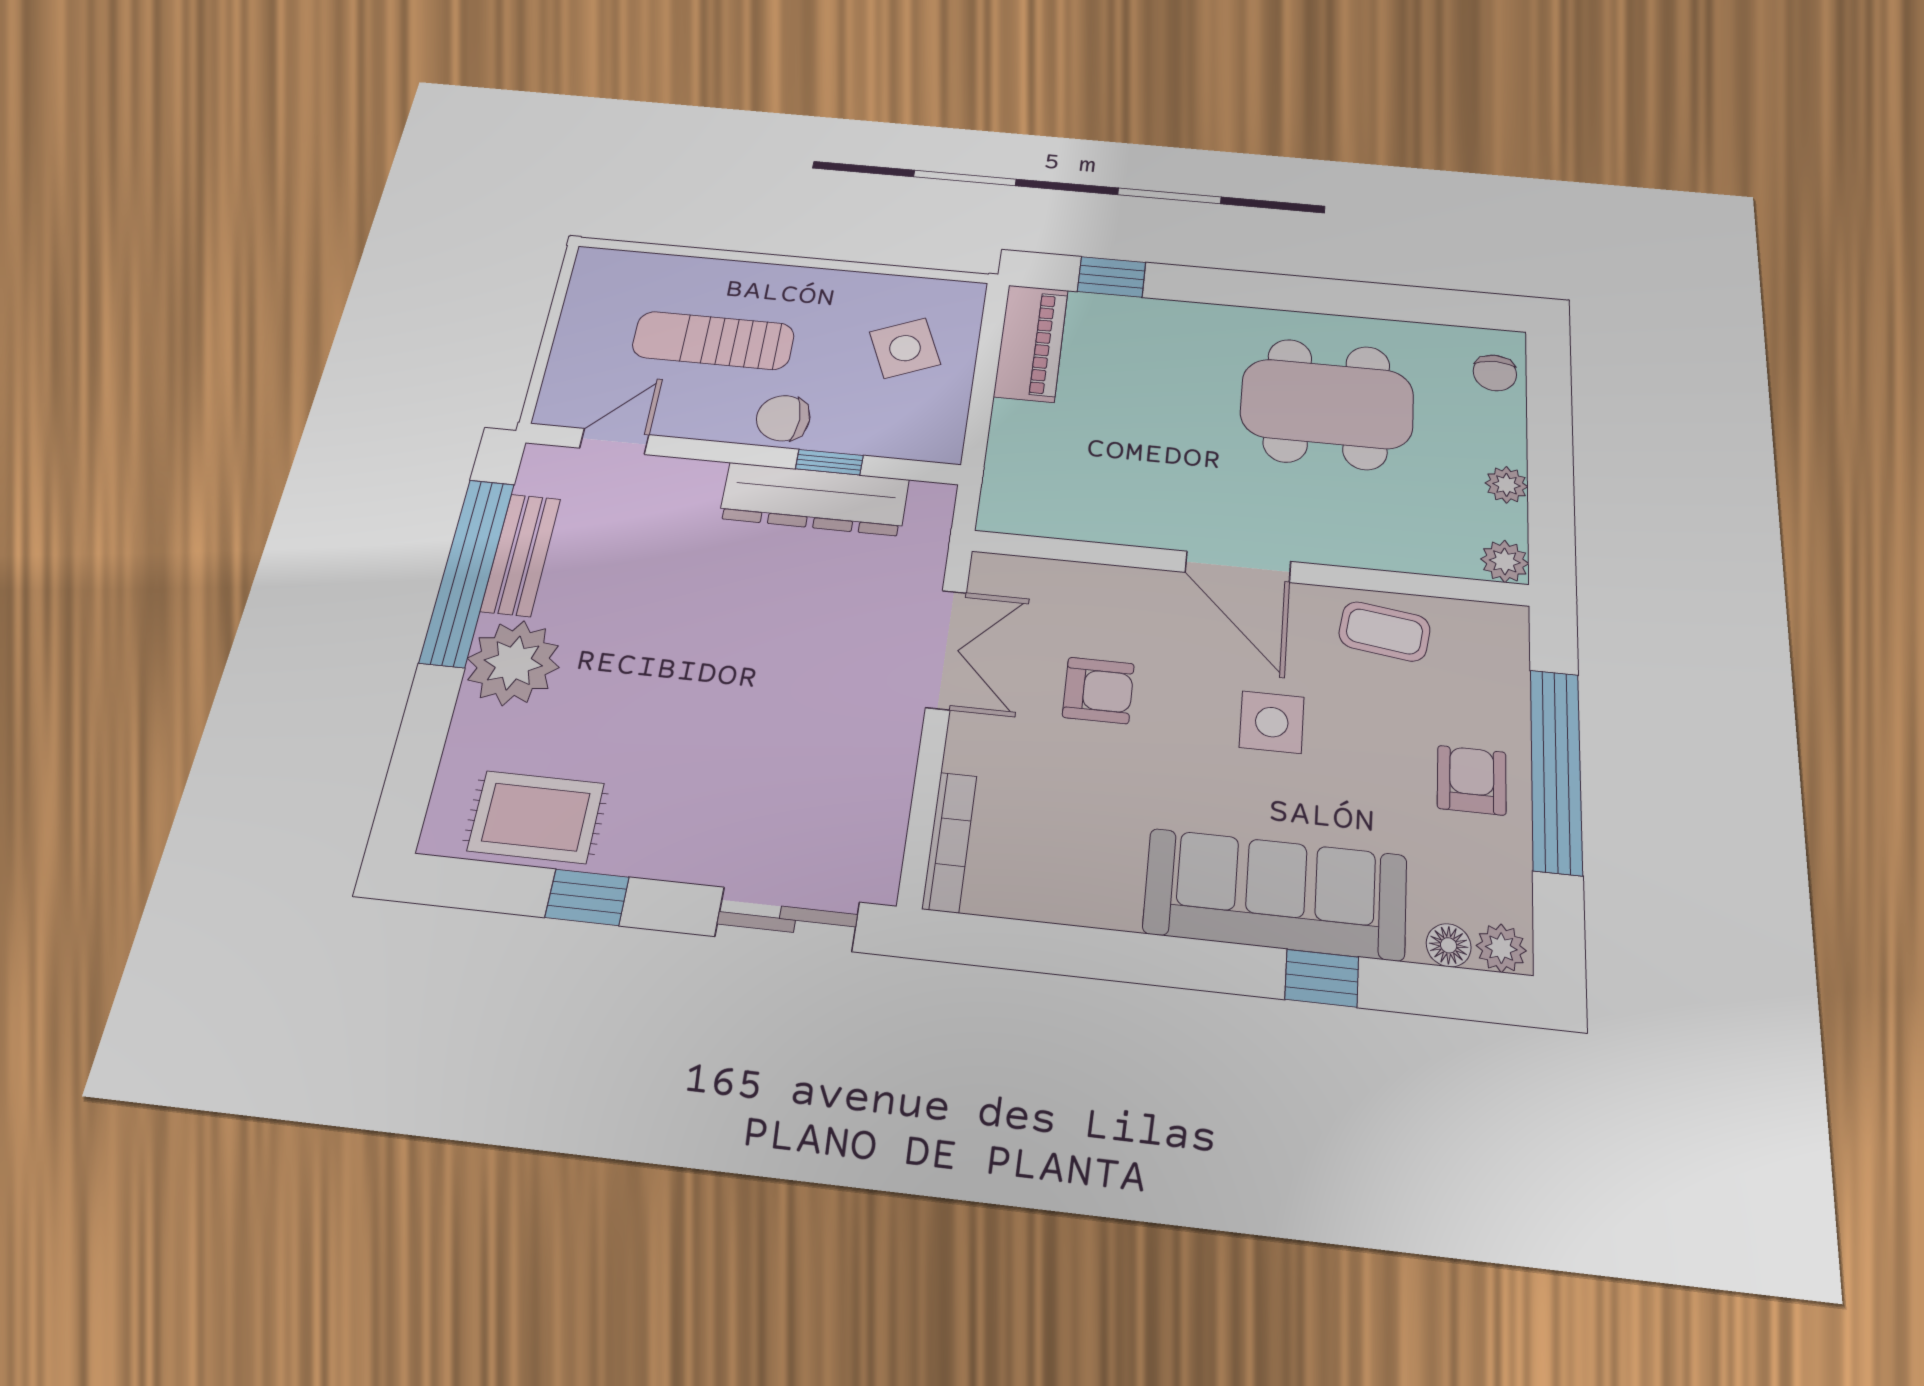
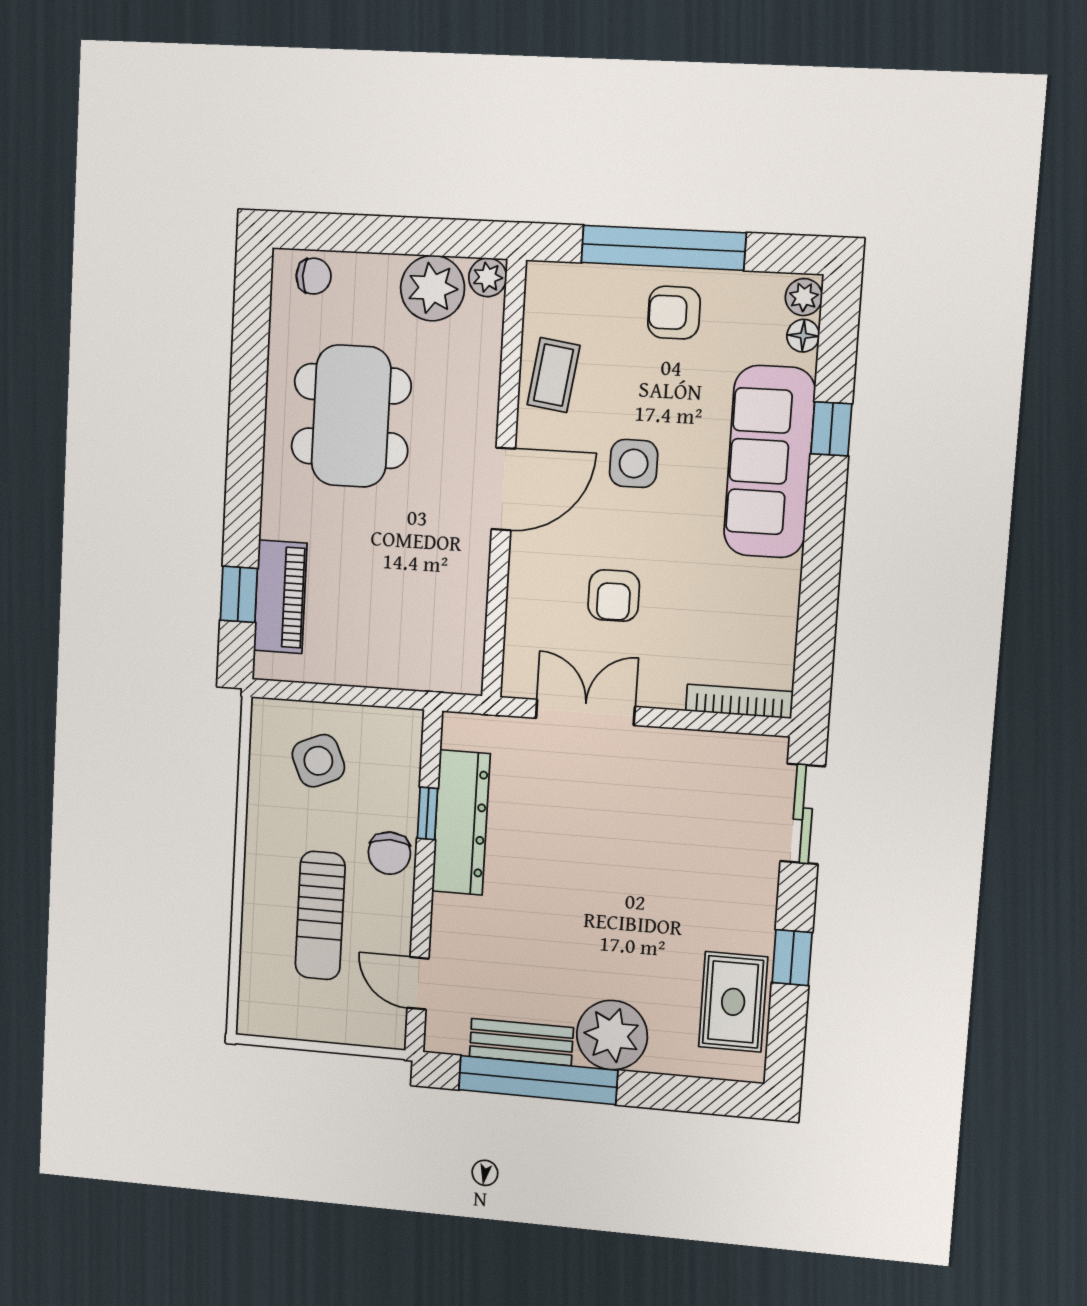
piano: (1031, 343) -> (280, 597), moved, turned 90
plant: (1507, 485) -> (433, 288), width x1.88, depth x1.88
armchair: (1098, 690) -> (614, 596), turned 180

